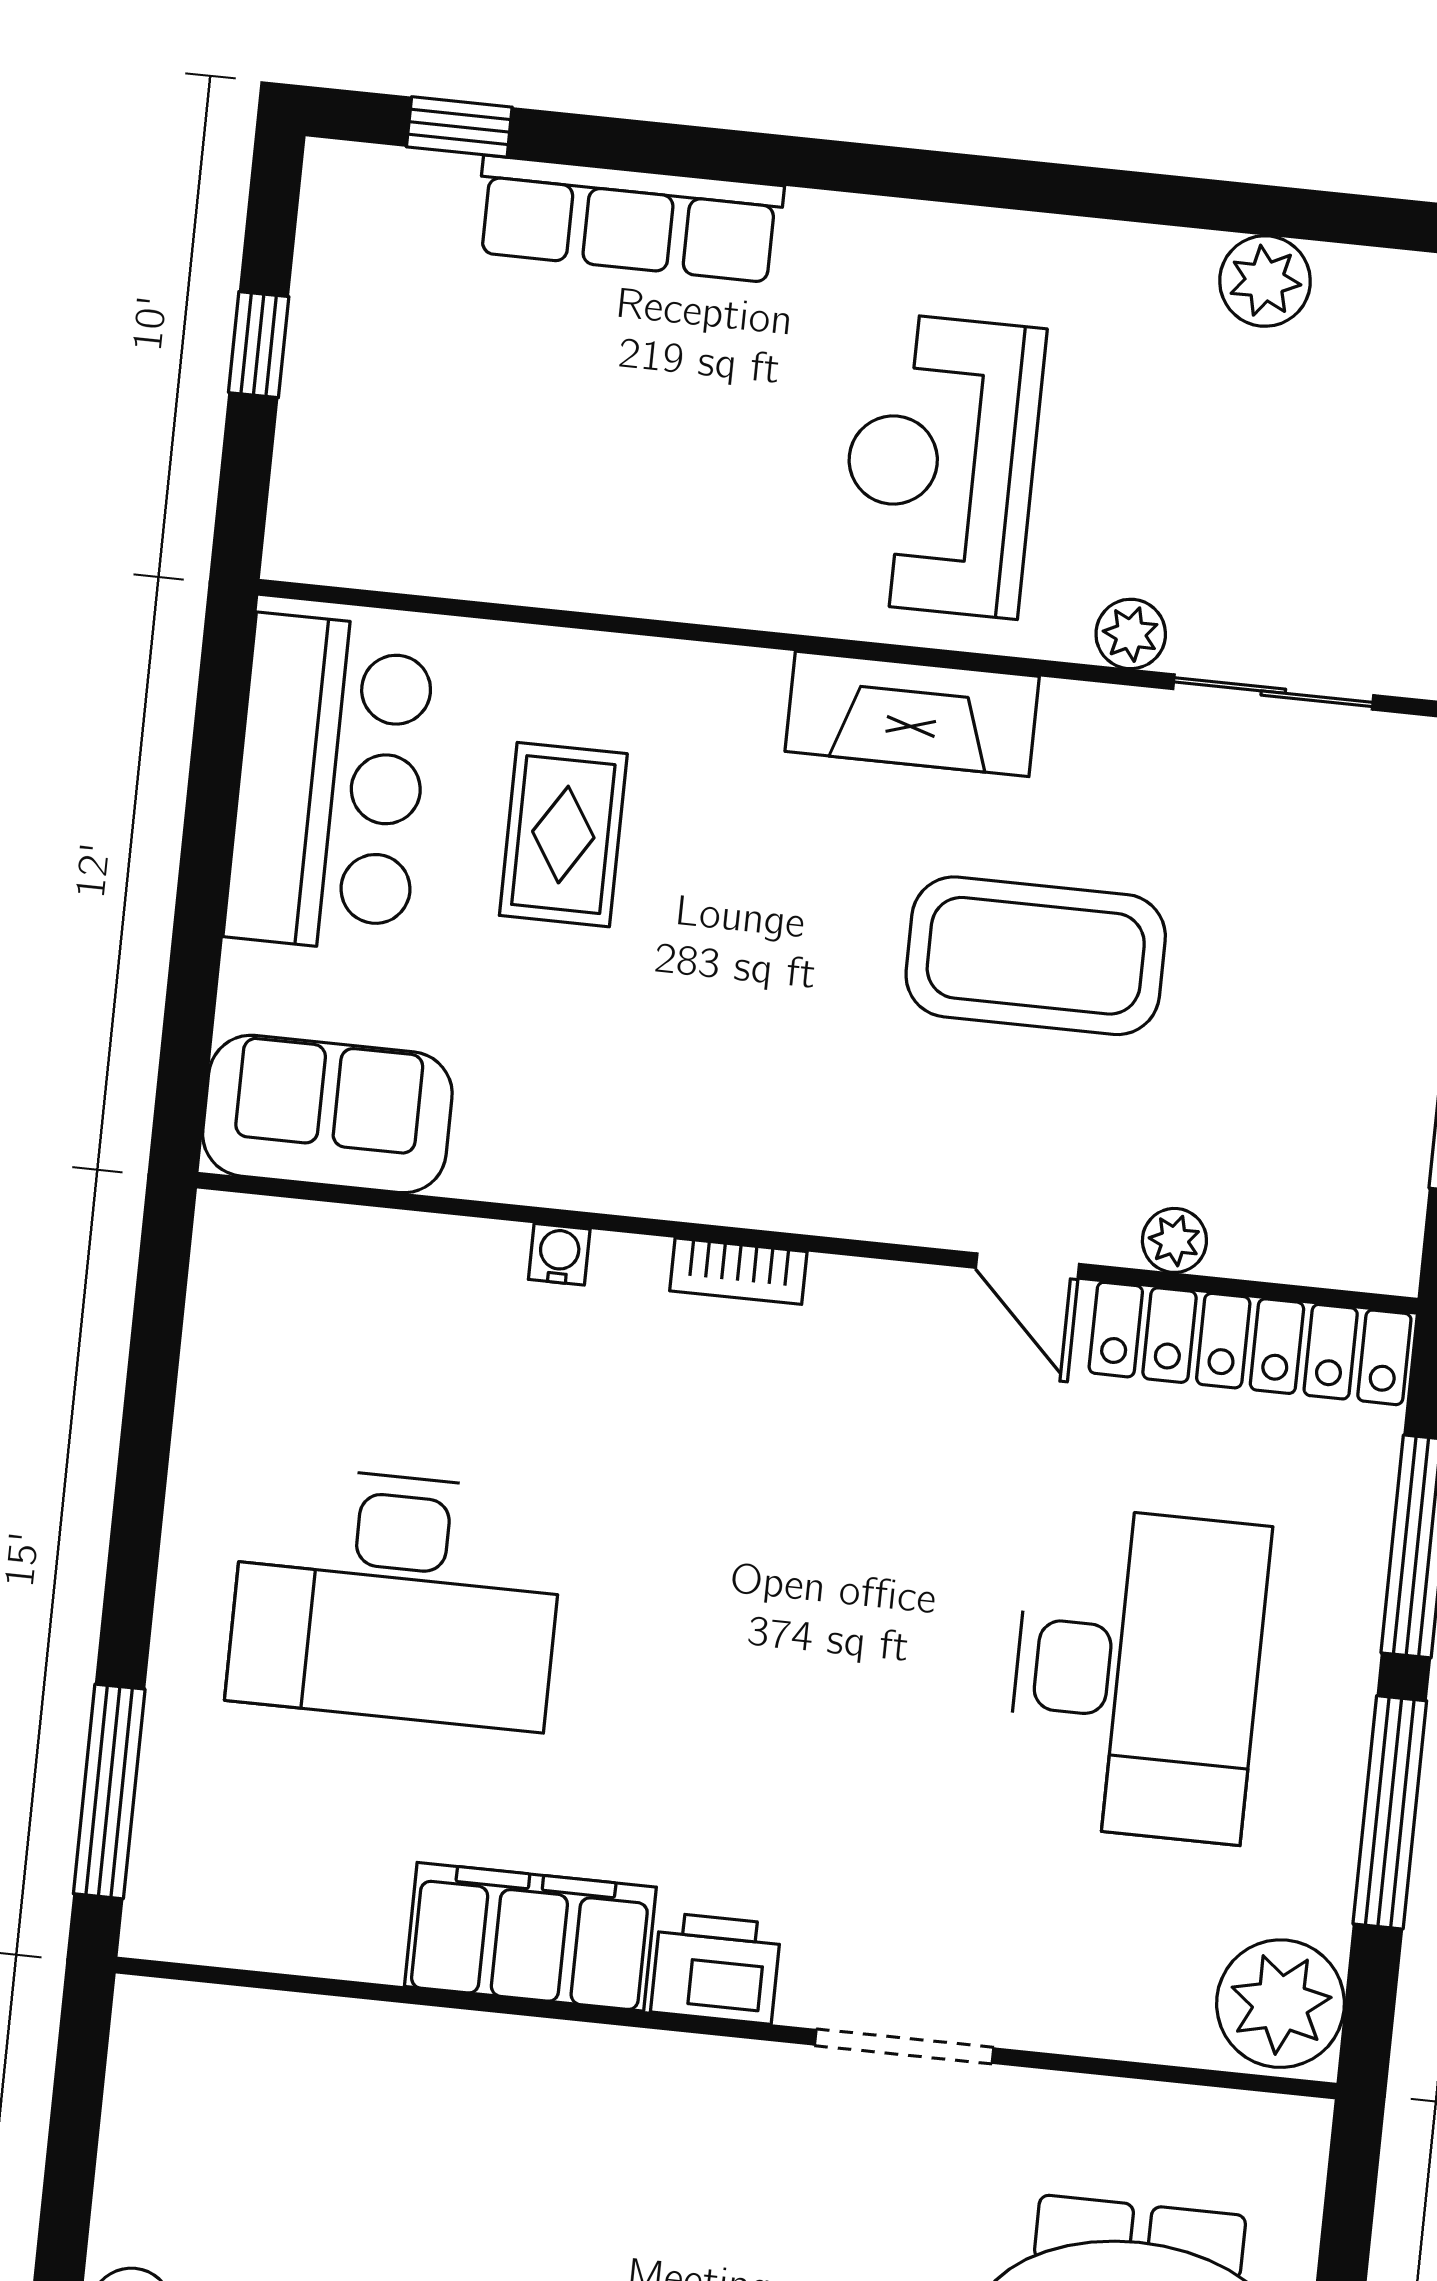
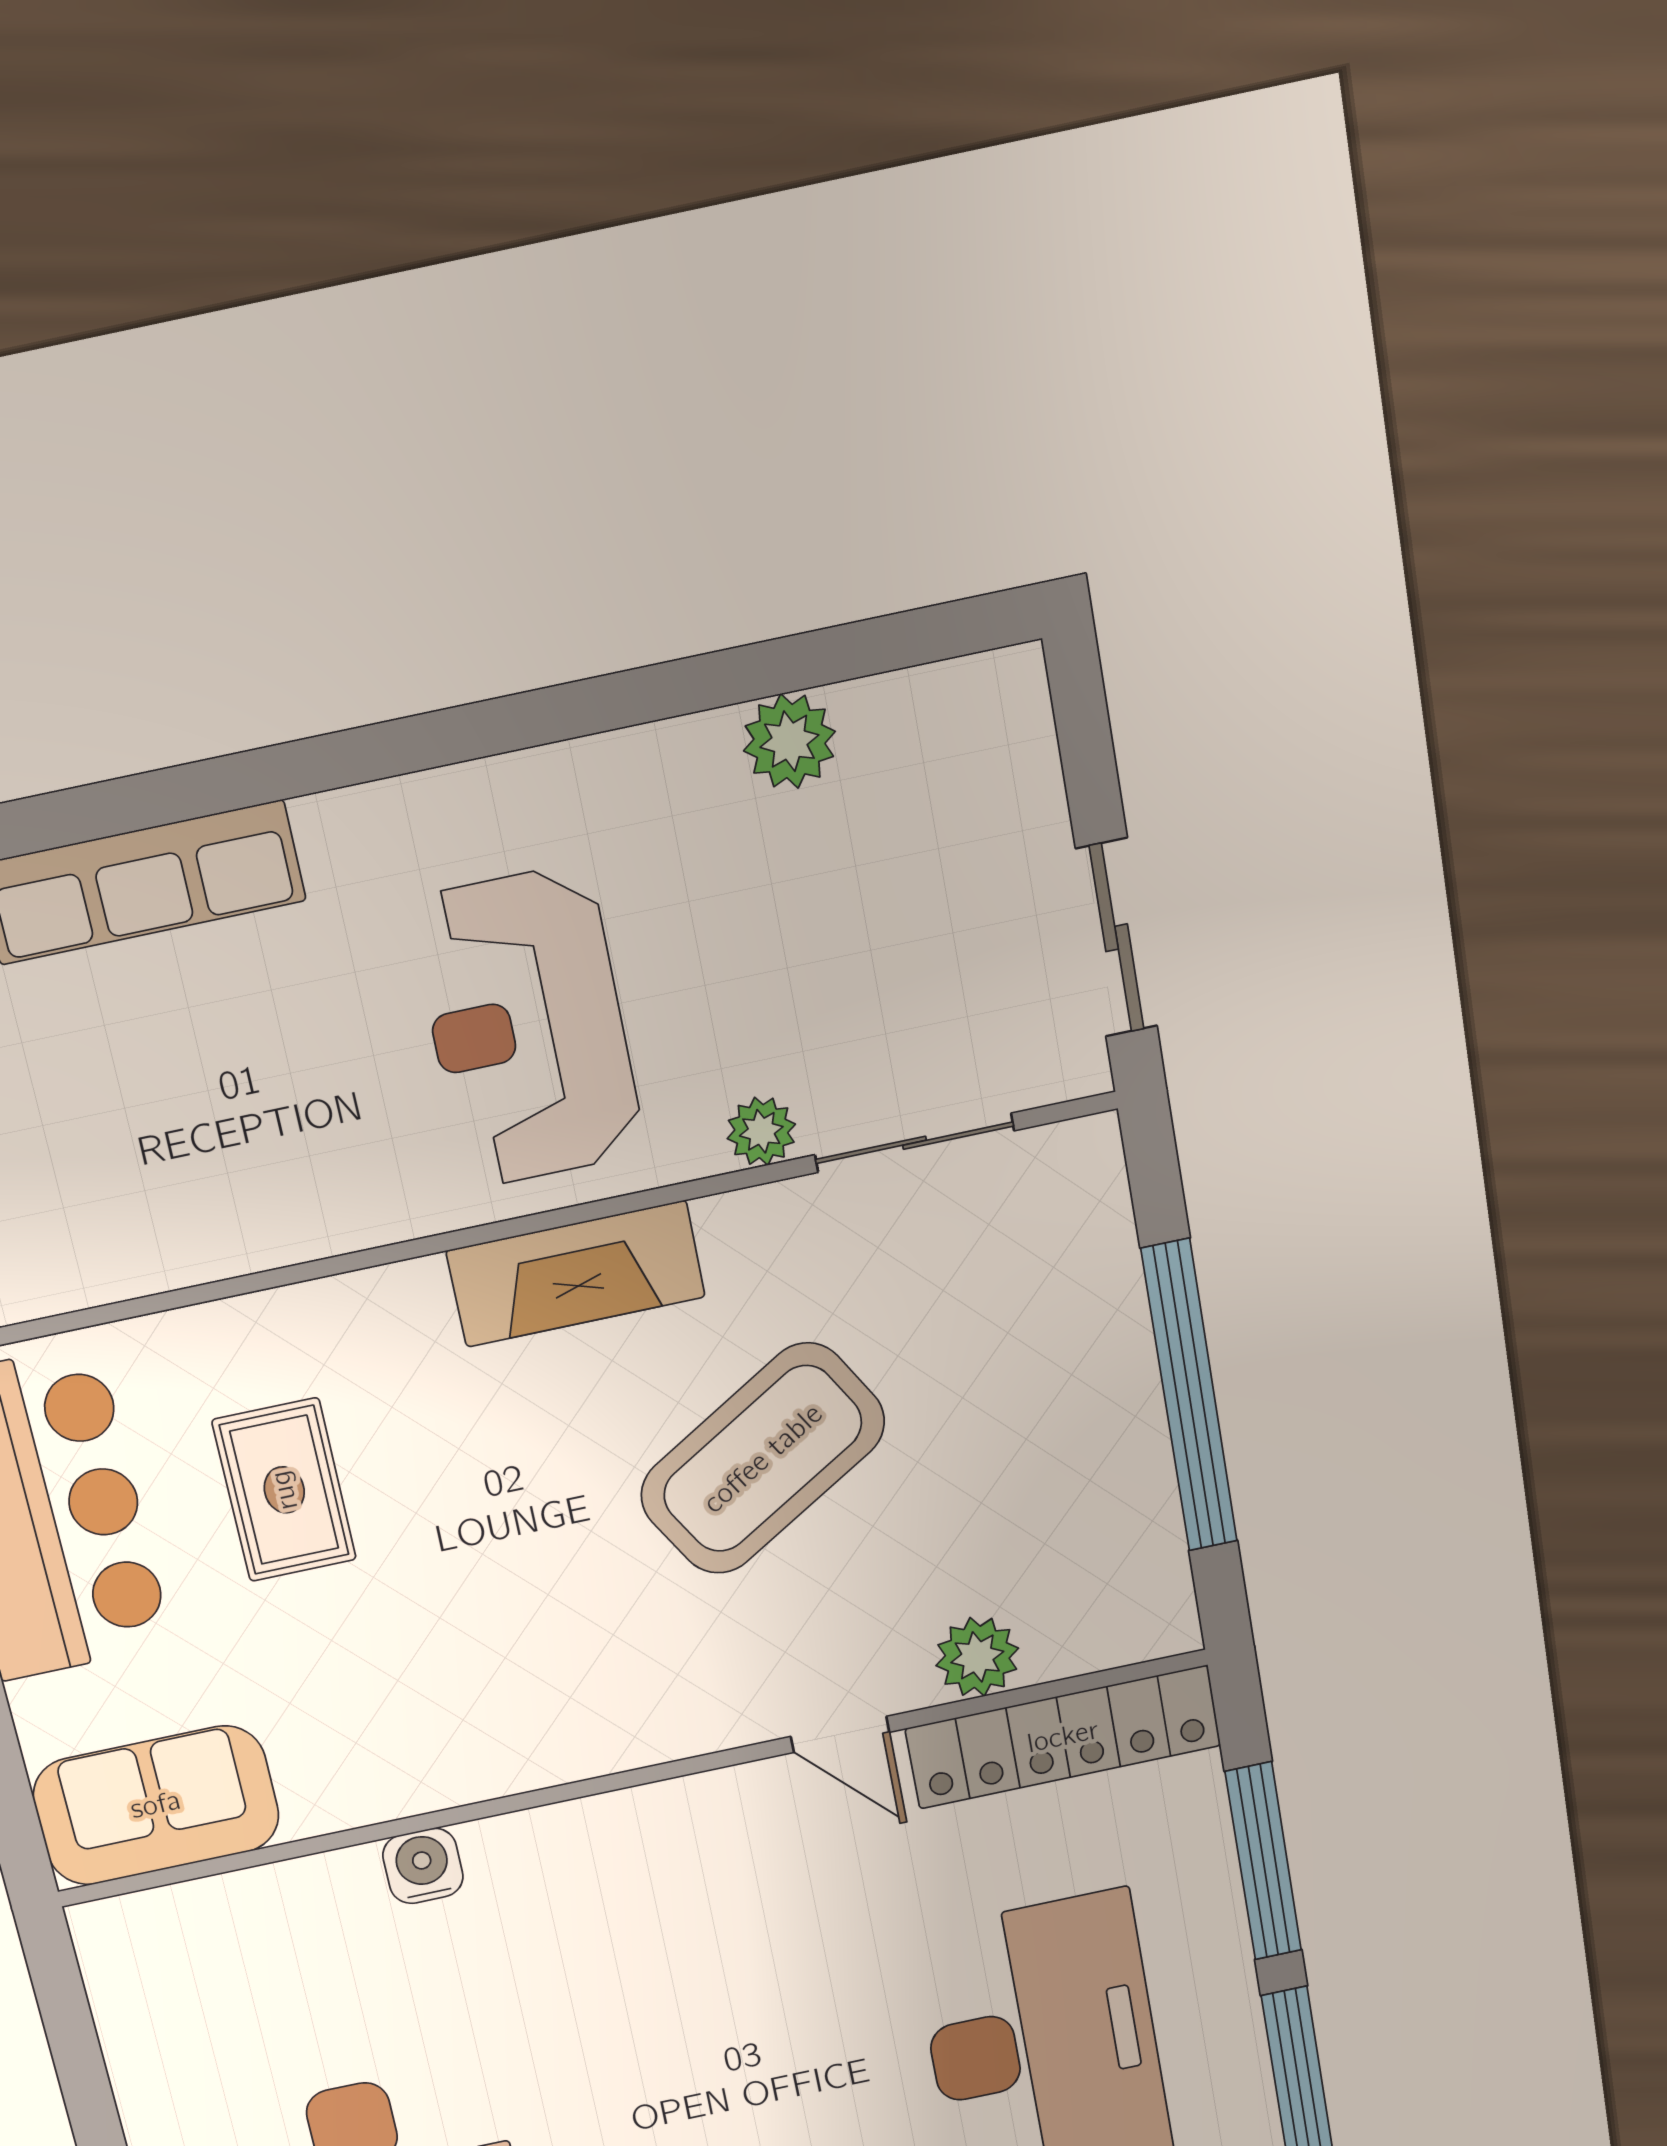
coffee table: (1036, 956) -> (763, 1459), turned -31
plant: (1174, 1240) -> (977, 1657), width x1.38, depth x1.38
water cooler: (559, 1254) -> (423, 1866), width x1.38, depth x1.38
bookcase: (738, 1271) -> (578, 1822), removed

